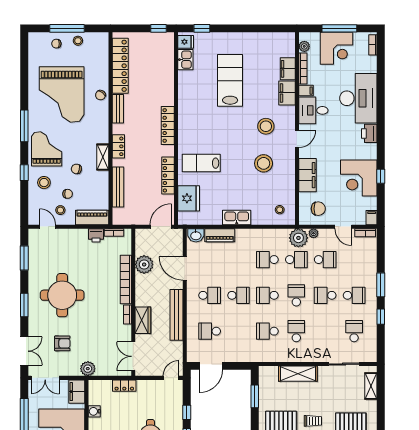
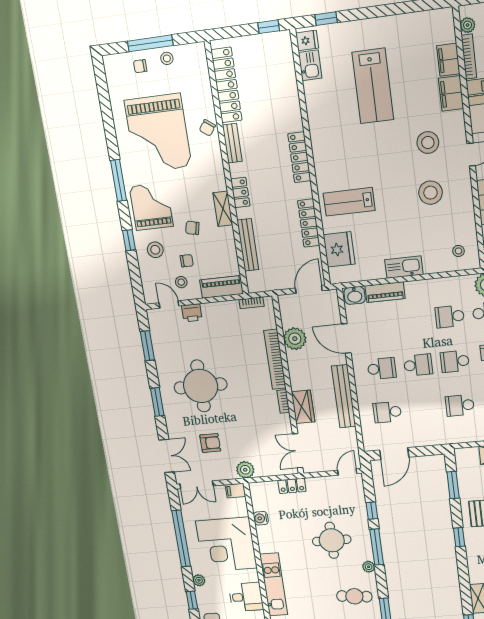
lab bench: (230, 80) -> (373, 86), turned 180
printer: (96, 235) -> (192, 313), moved
filing cabinet: (77, 392) -> (235, 491), width x0.50

